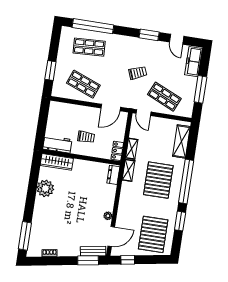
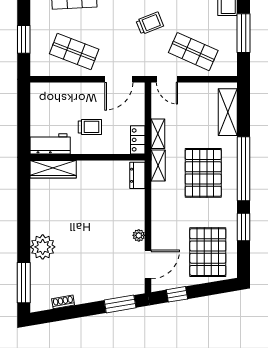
plant: (45, 188) -> (43, 247), moved
bench: (93, 251) -> (125, 290), removed

